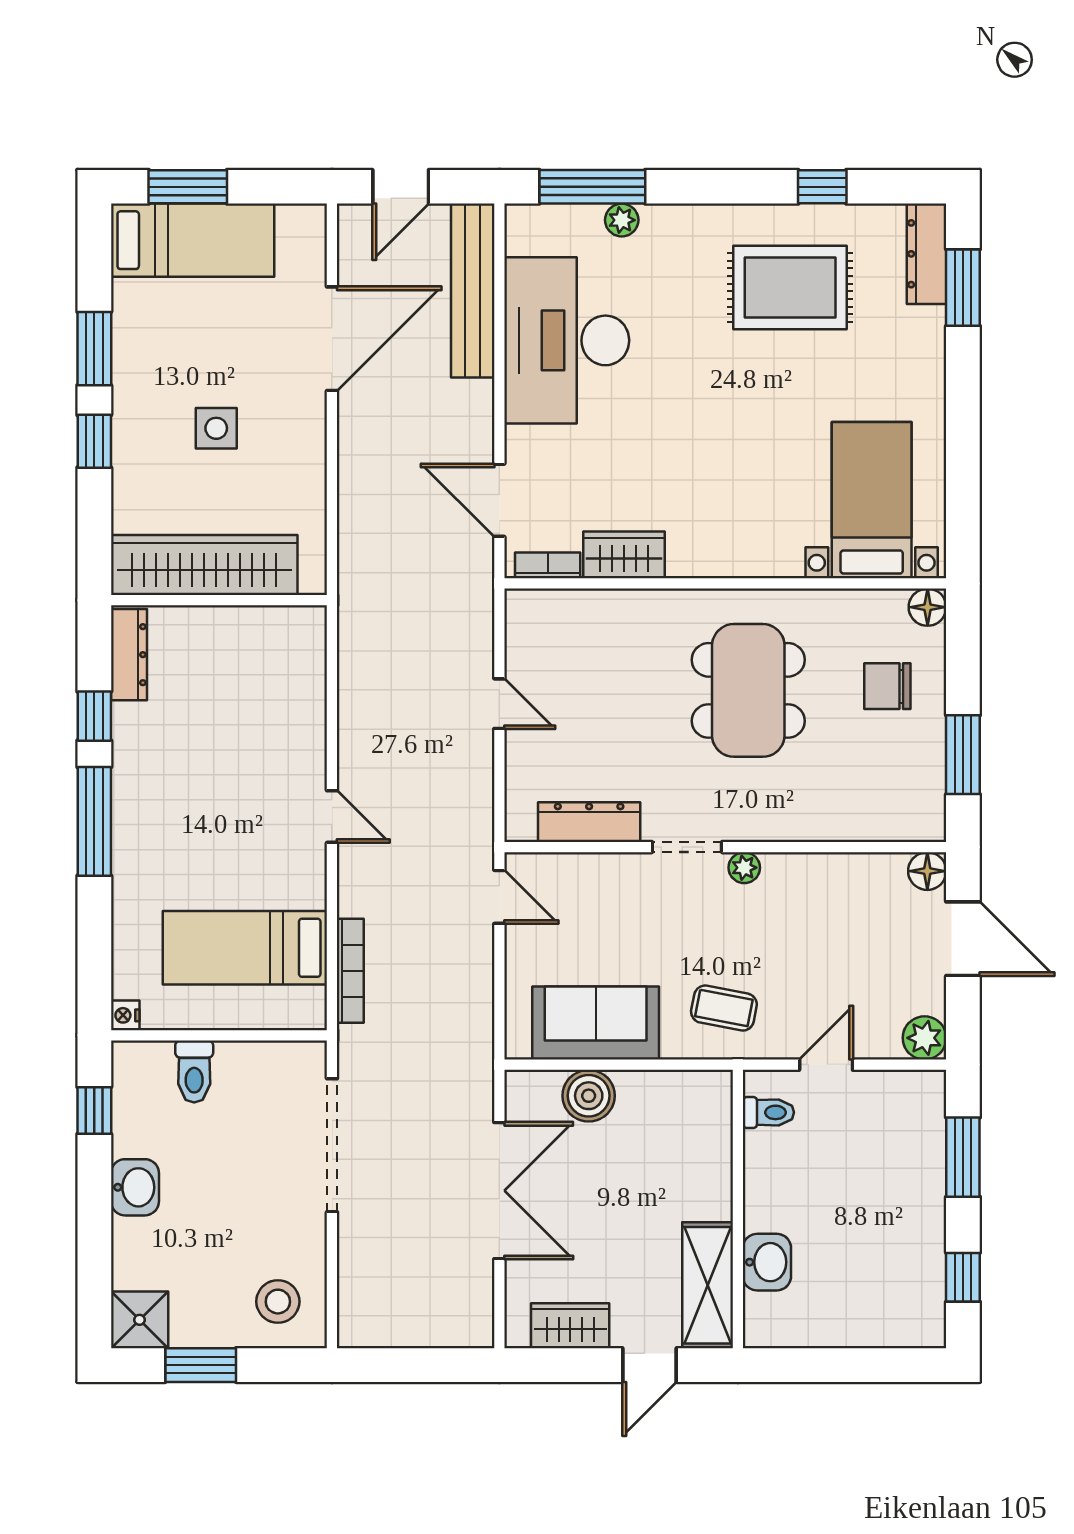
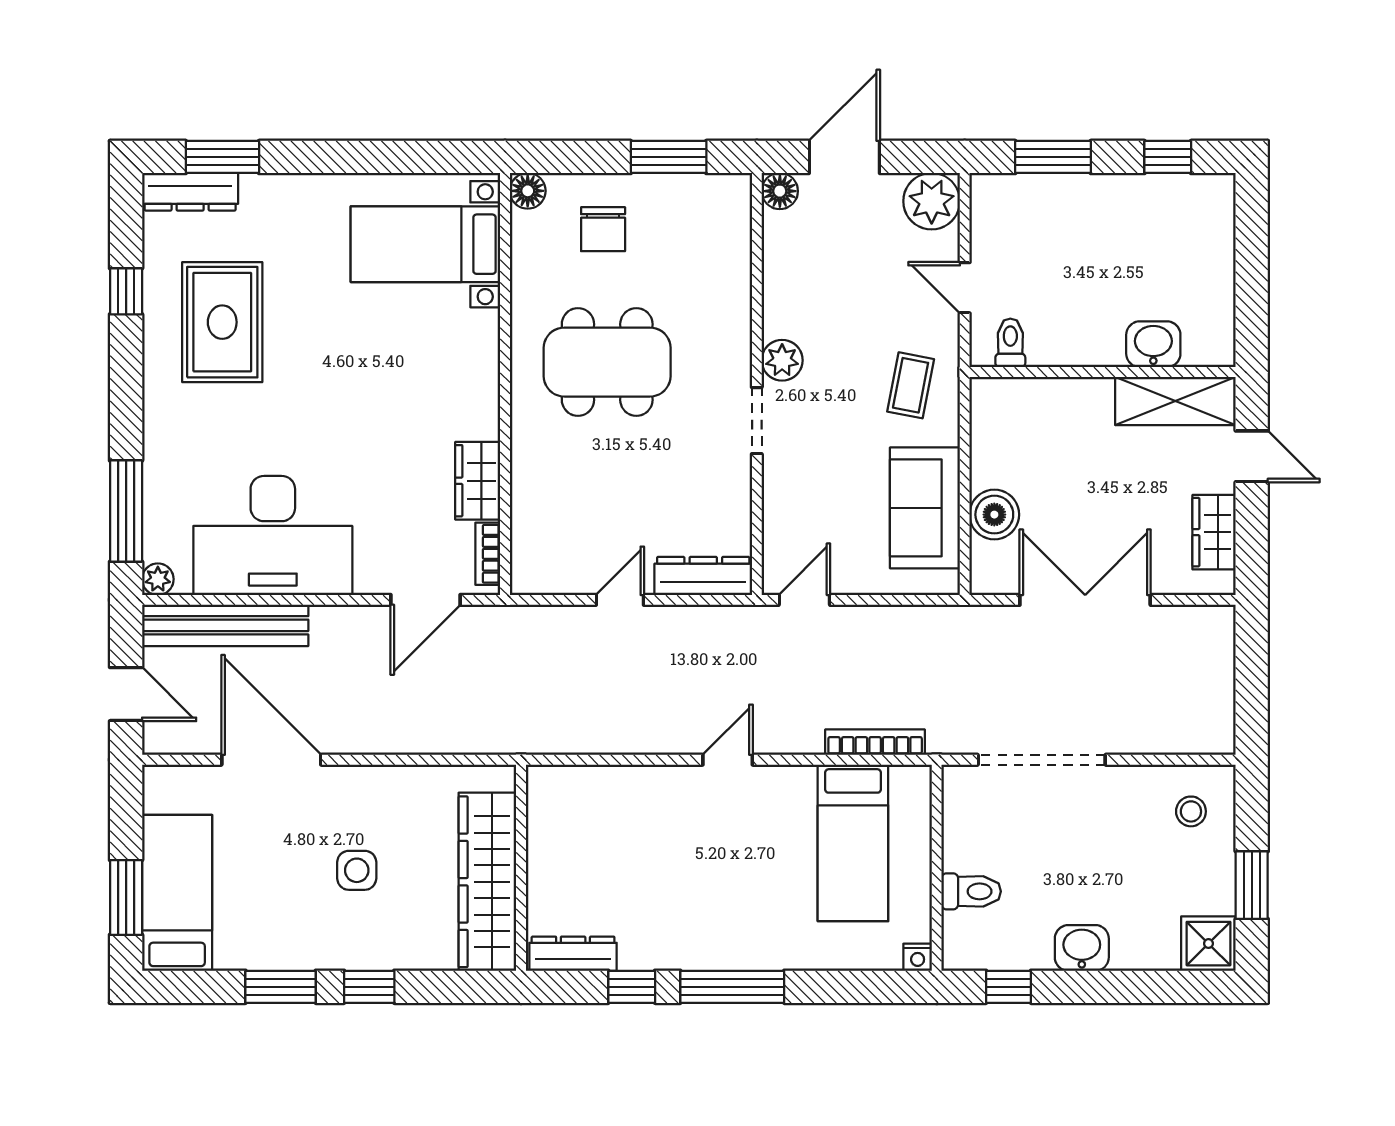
plant: (622, 220) -> (158, 579), moved
dresser: (589, 822) -> (703, 576), moved, turned 90
plant: (744, 868) -> (782, 360), width x1.38, depth x1.38
plant: (925, 1038) -> (932, 201), width x1.36, depth x1.36
stool: (278, 1302) -> (1191, 811), width x0.73, depth x0.73

